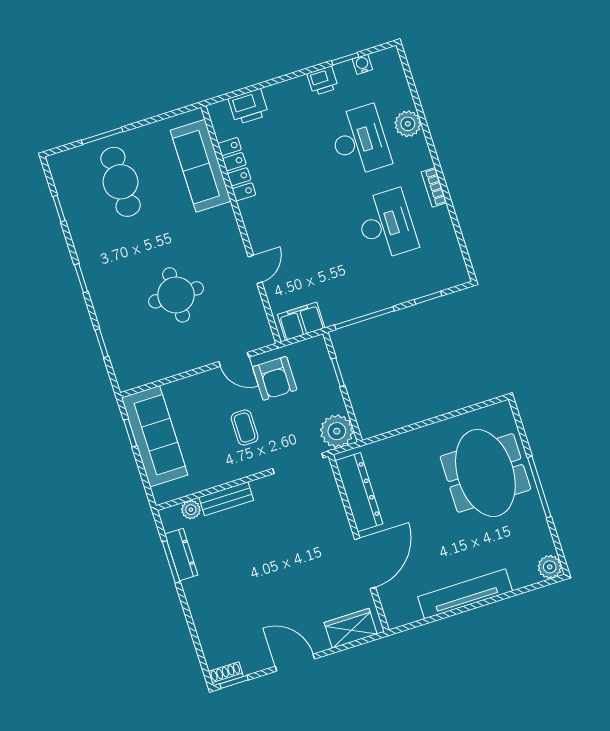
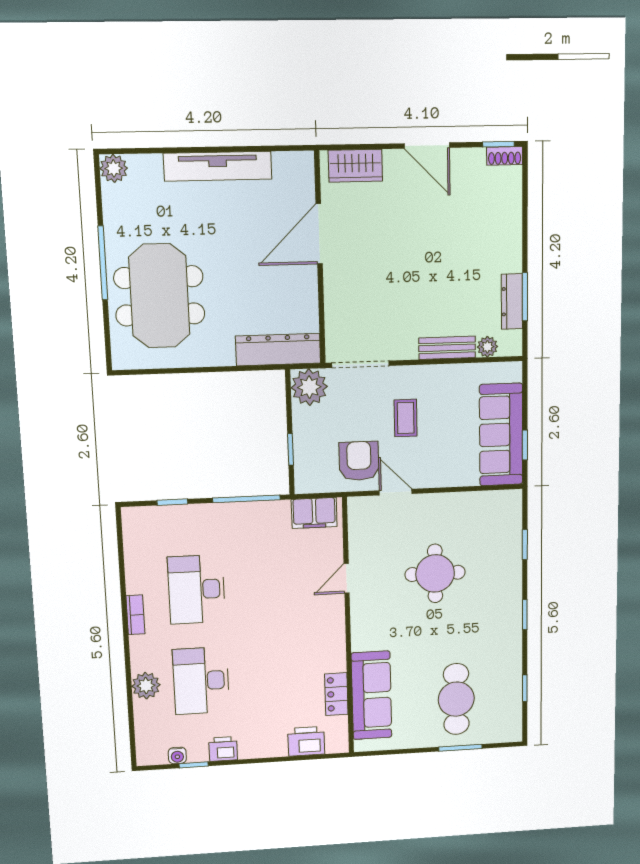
locker: (237, 169) -> (336, 694), width x0.66
dresser: (359, 492) -> (278, 350), moved, turned 90

